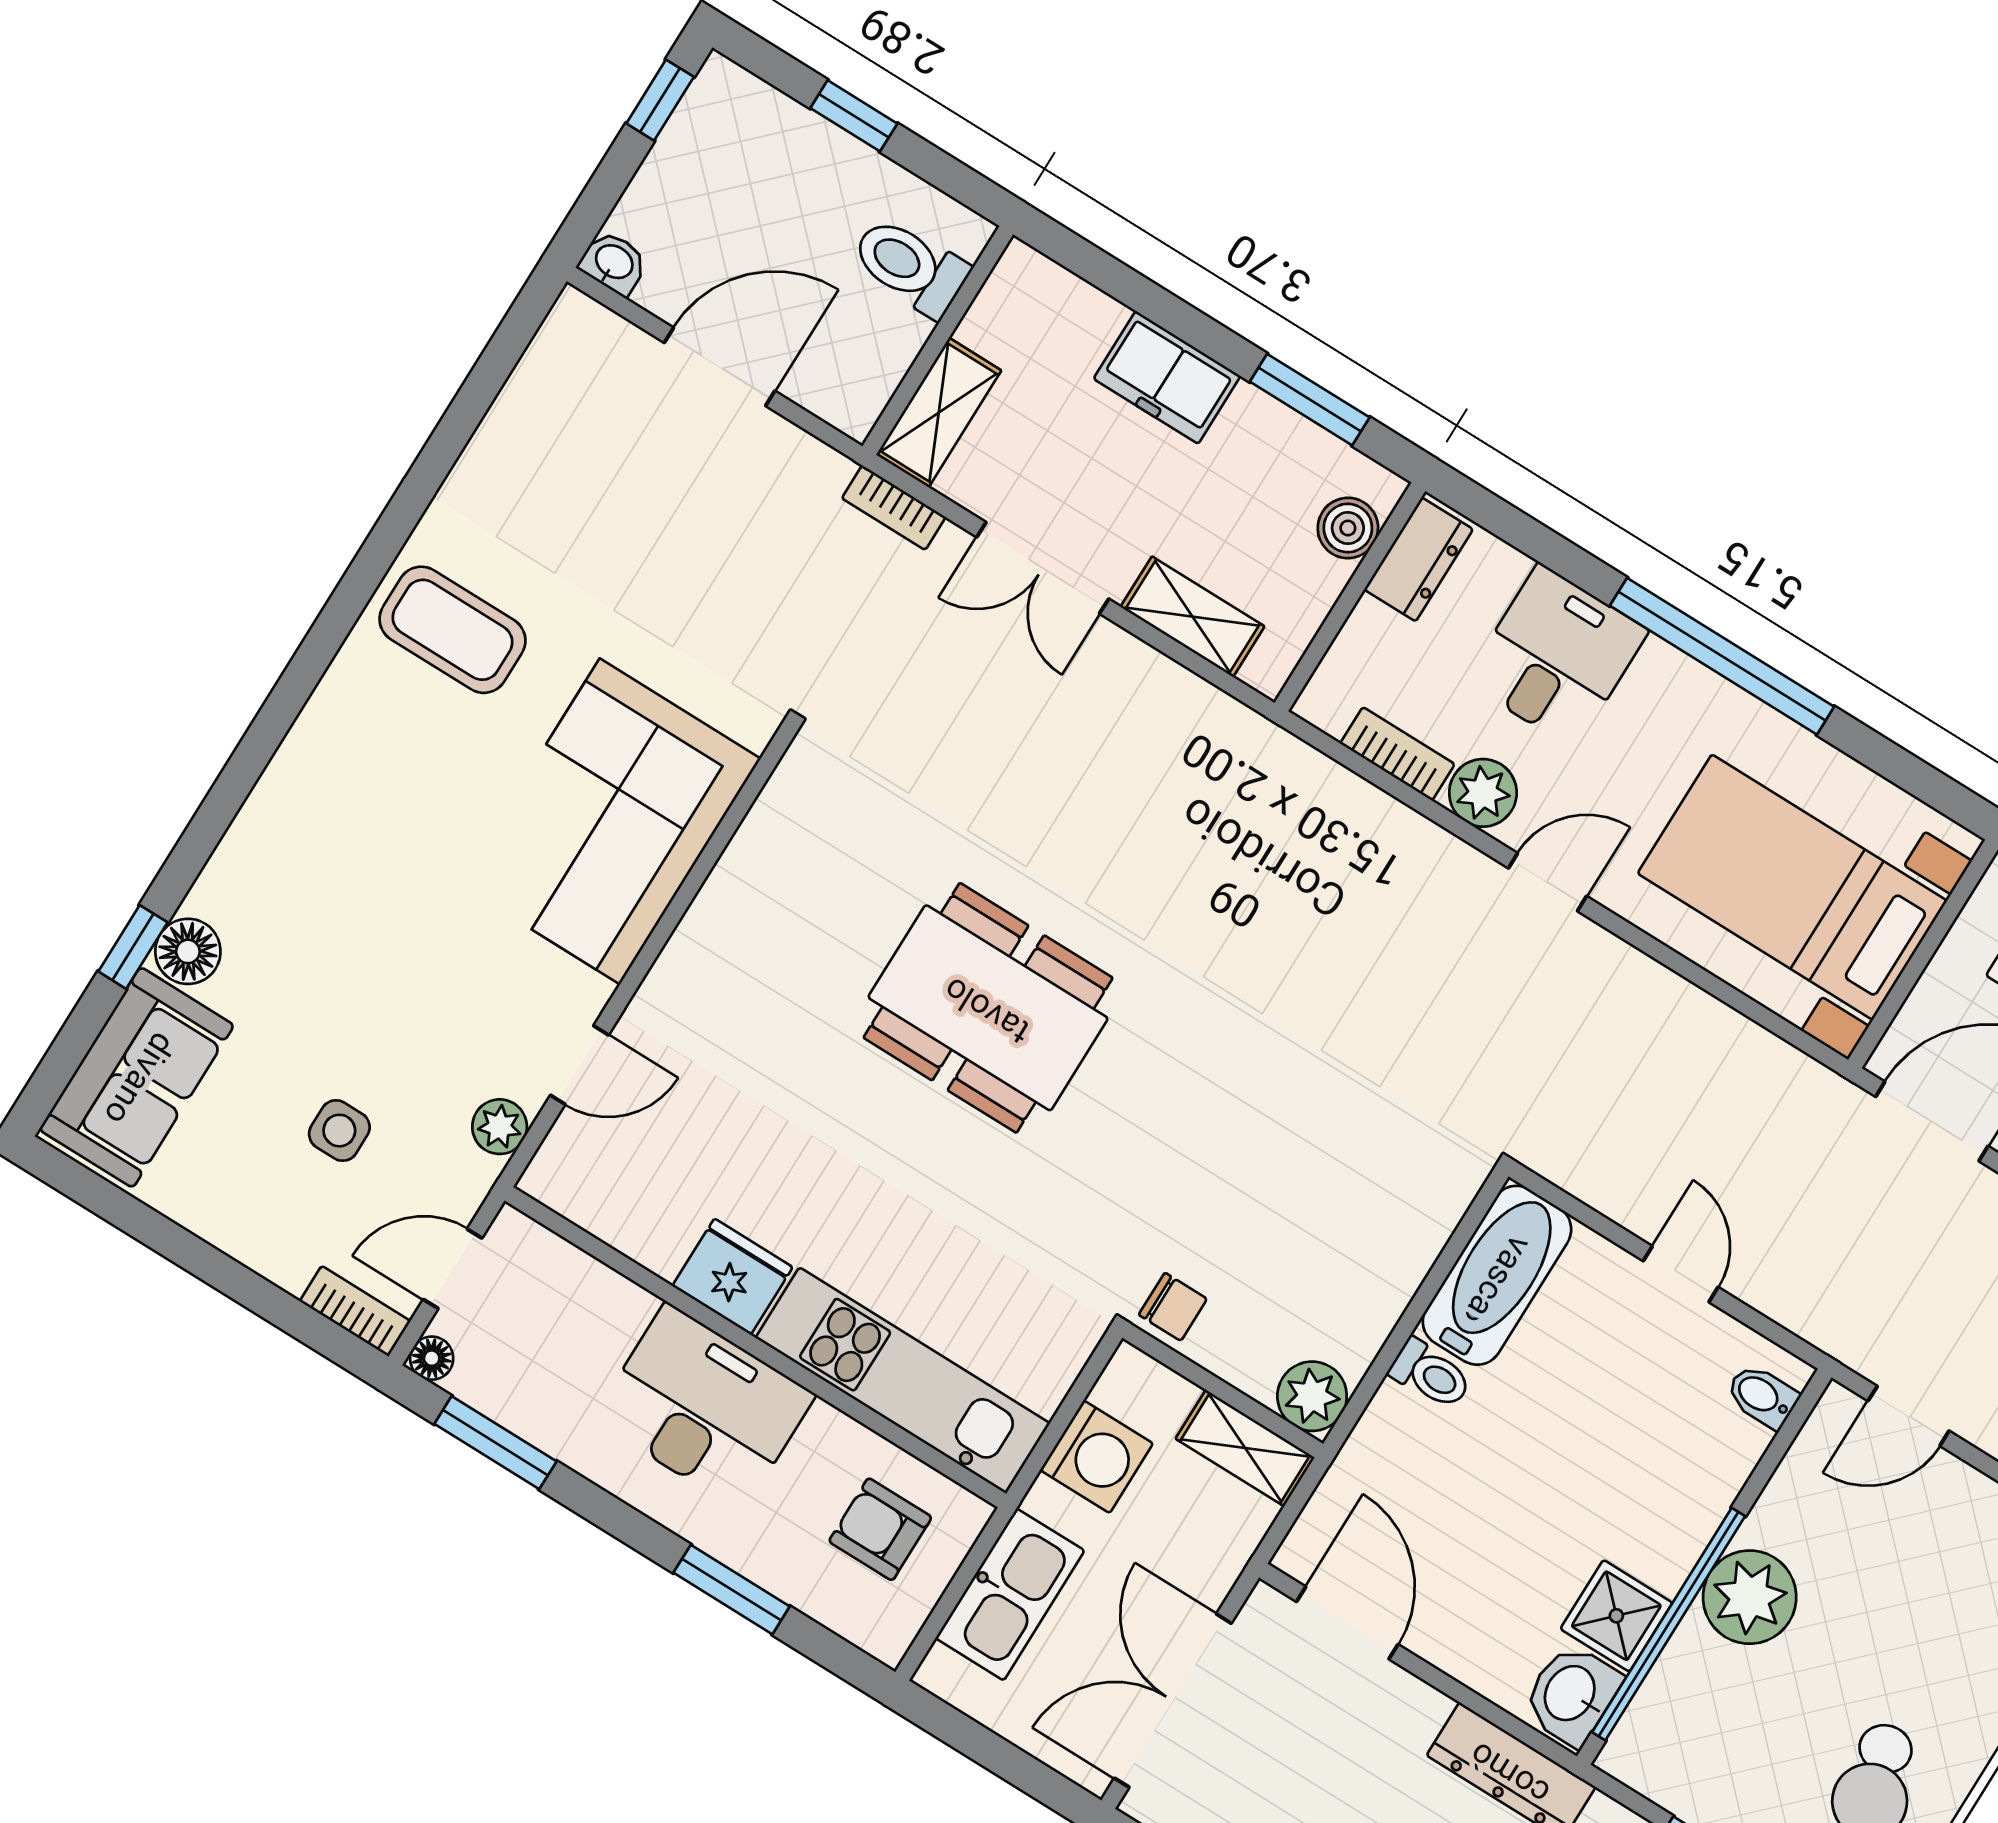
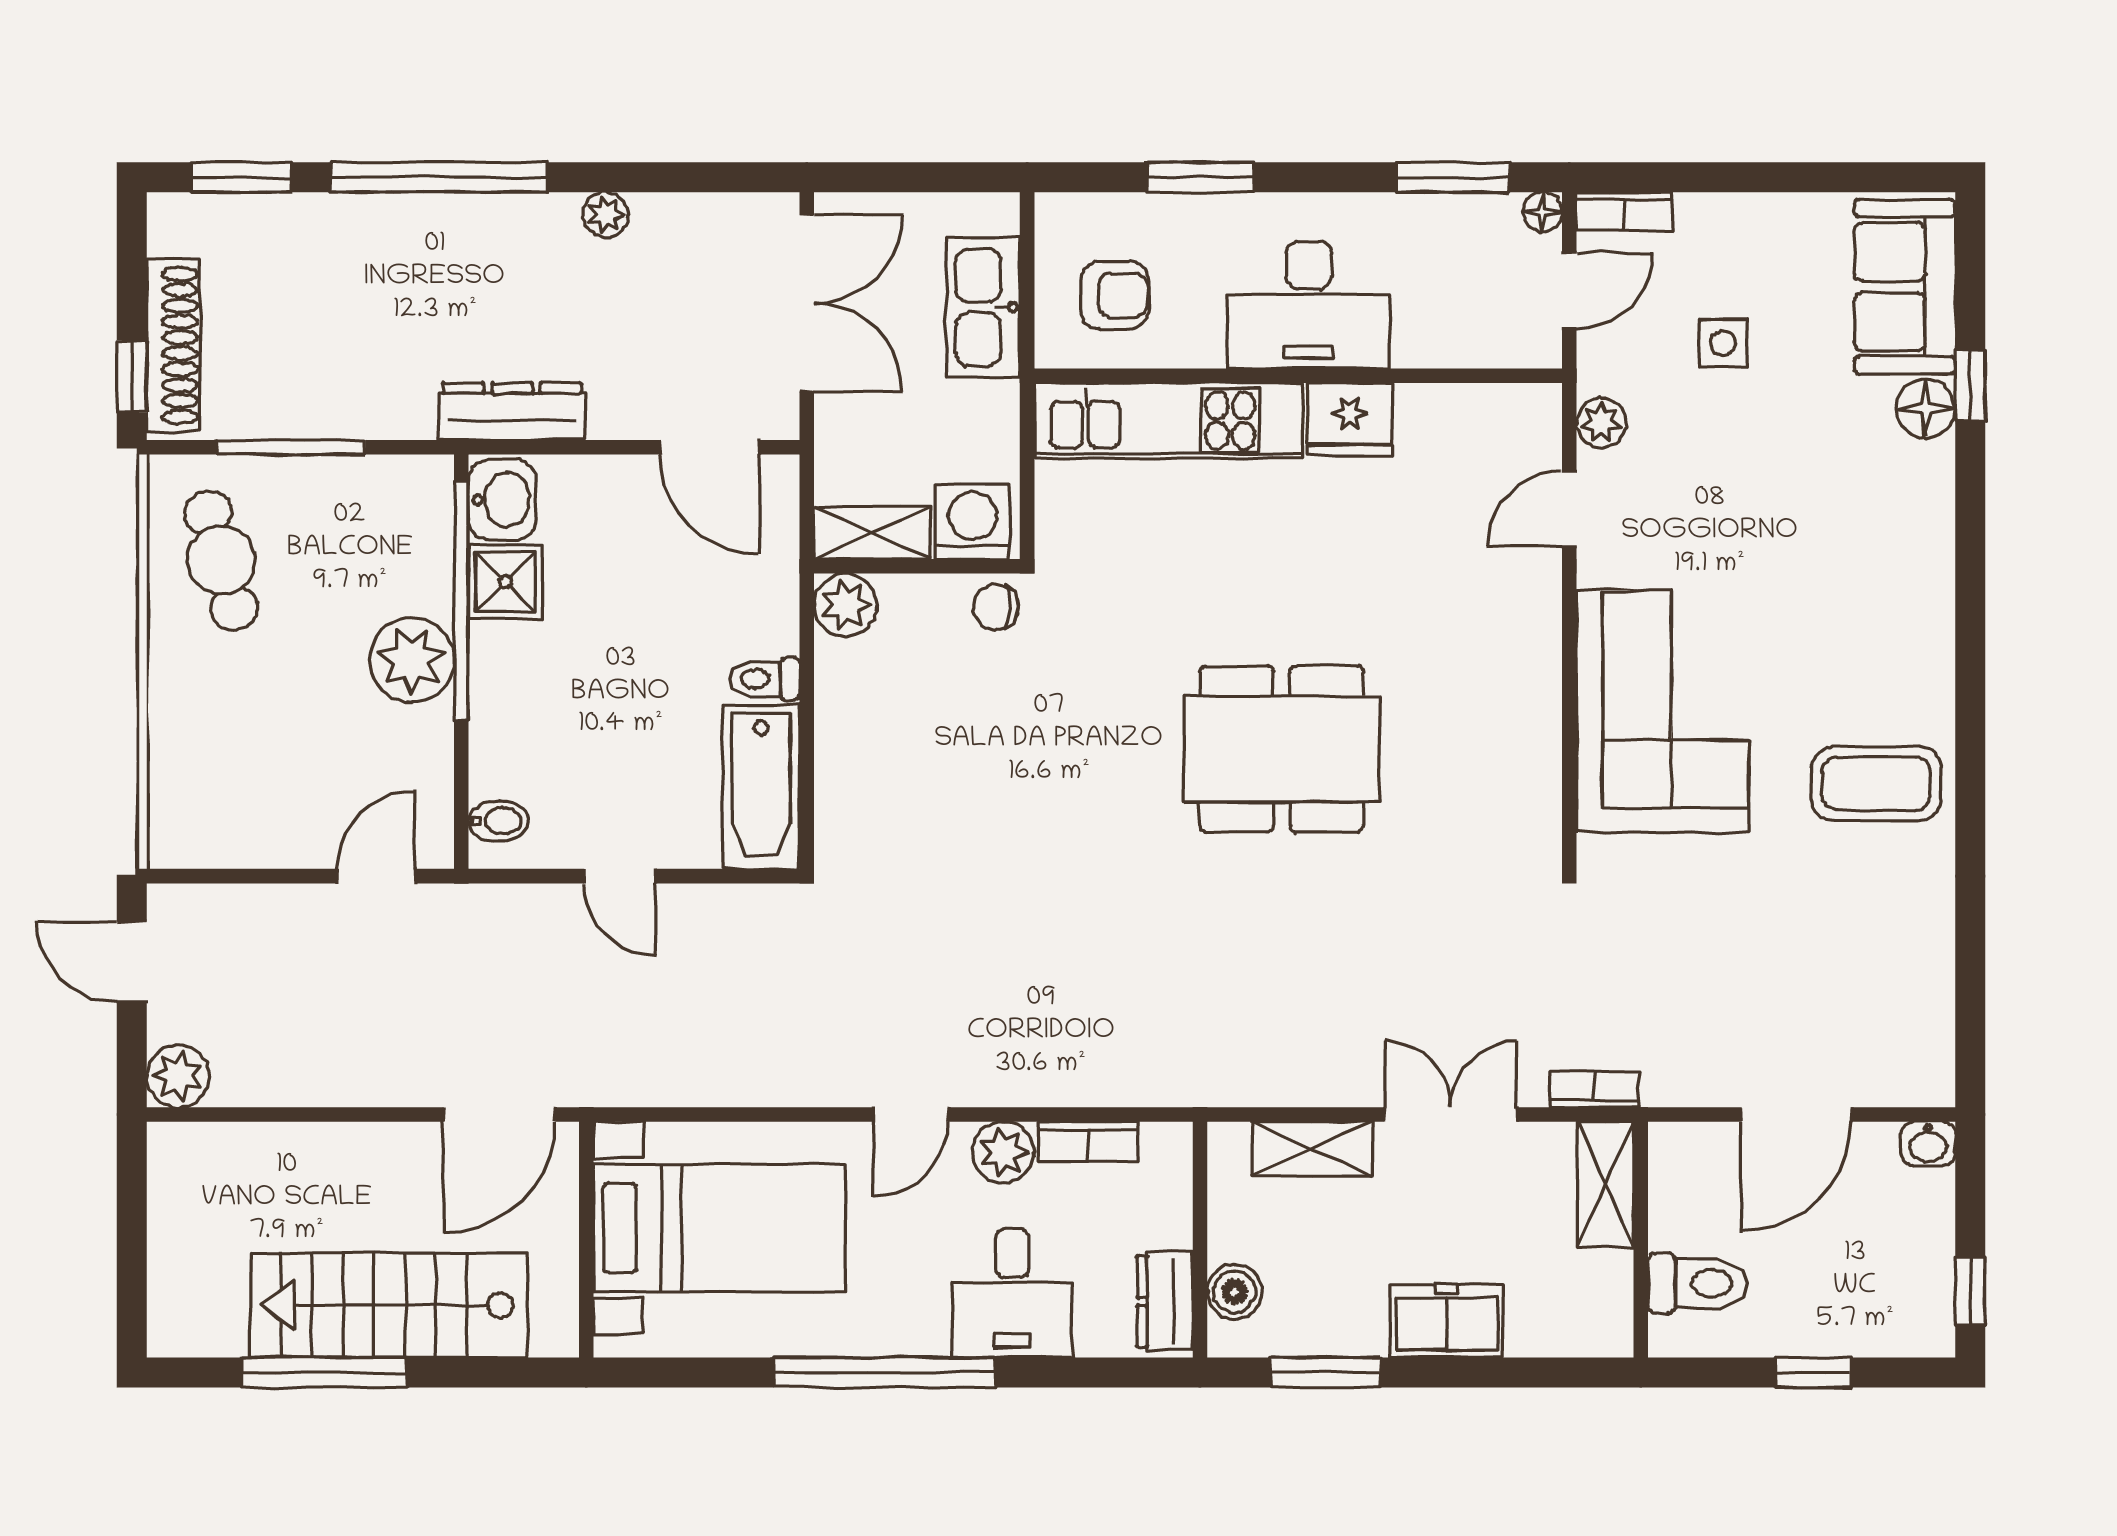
washing machine: (1097, 1457) -> (973, 522), moved, turned 90

